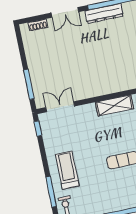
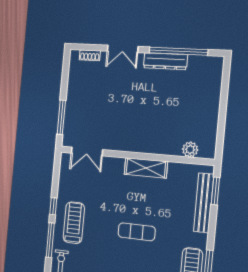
double door: (60, 107) -> (87, 151), swing flipped
window: (38, 128) -> (53, 206), moved

